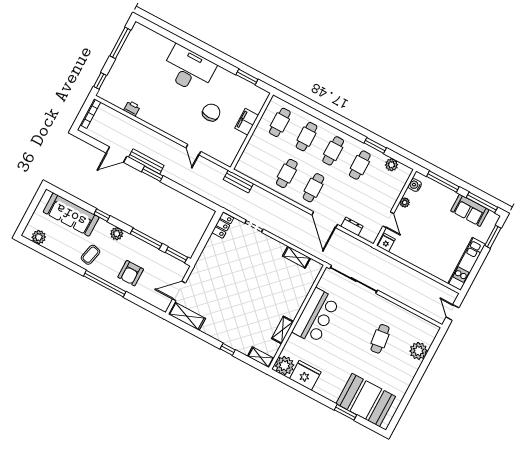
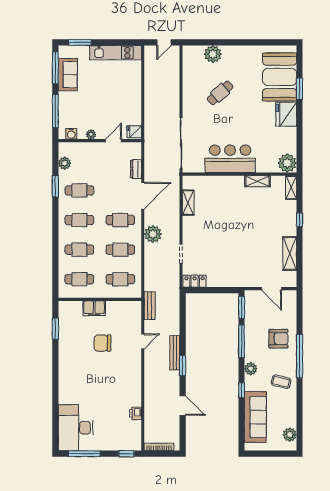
desk: (189, 69) -> (76, 428), moved
cafe table: (260, 159) -> (120, 279), added
bench: (146, 161) -> (175, 353), moved
bench: (238, 182) -> (150, 306), moved
plant: (285, 210) -> (153, 234), added
shelving: (187, 316) -> (290, 254), moved
cafe table: (380, 339) -> (220, 93), turned -34
fridge: (305, 375) -> (286, 114), moved

